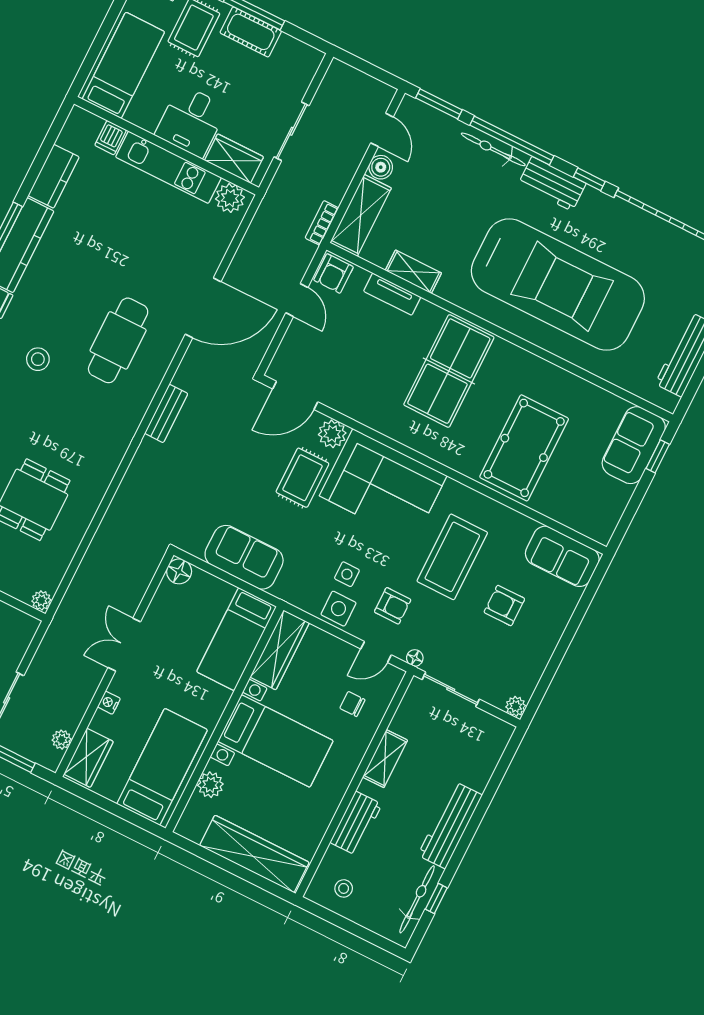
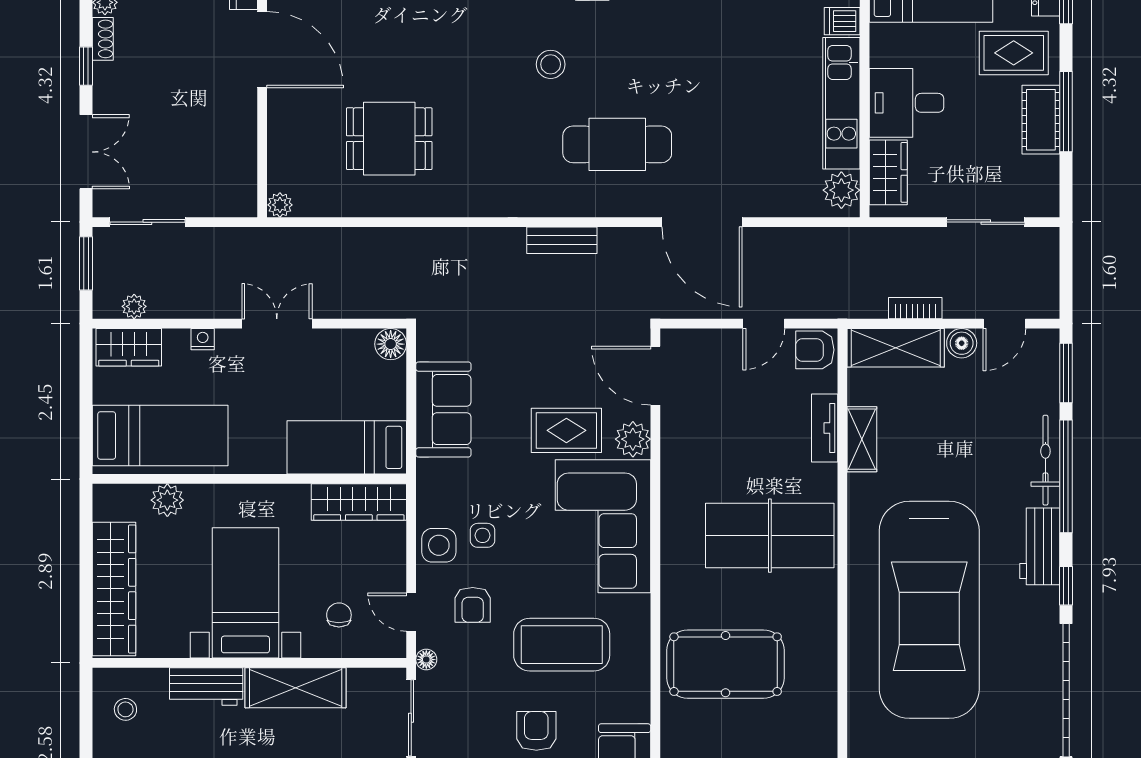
sliding door: (292, 131) -> (986, 222), moved
bookcase: (322, 223) -> (915, 308), moved
bed with nightstands: (276, 741) -> (245, 593), moved, turned 180
shelving: (385, 759) -> (296, 688), width x1.50, depth x1.33

